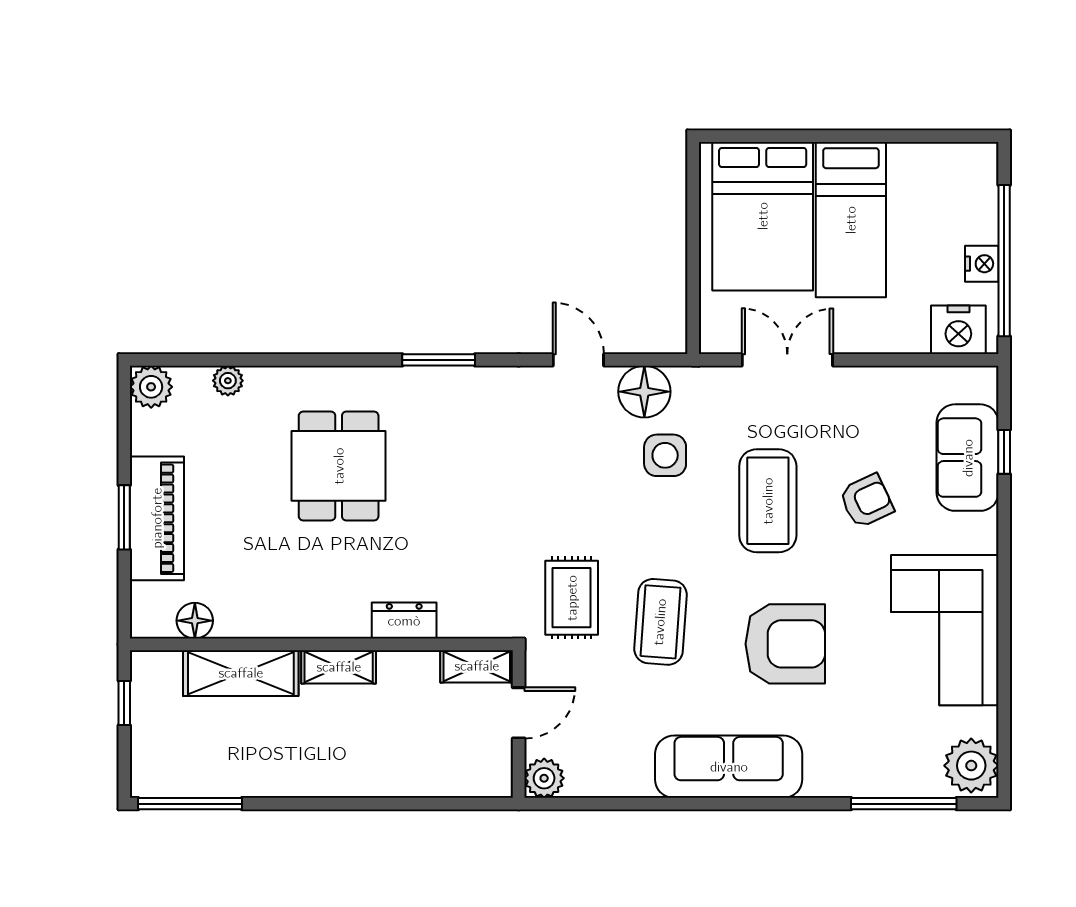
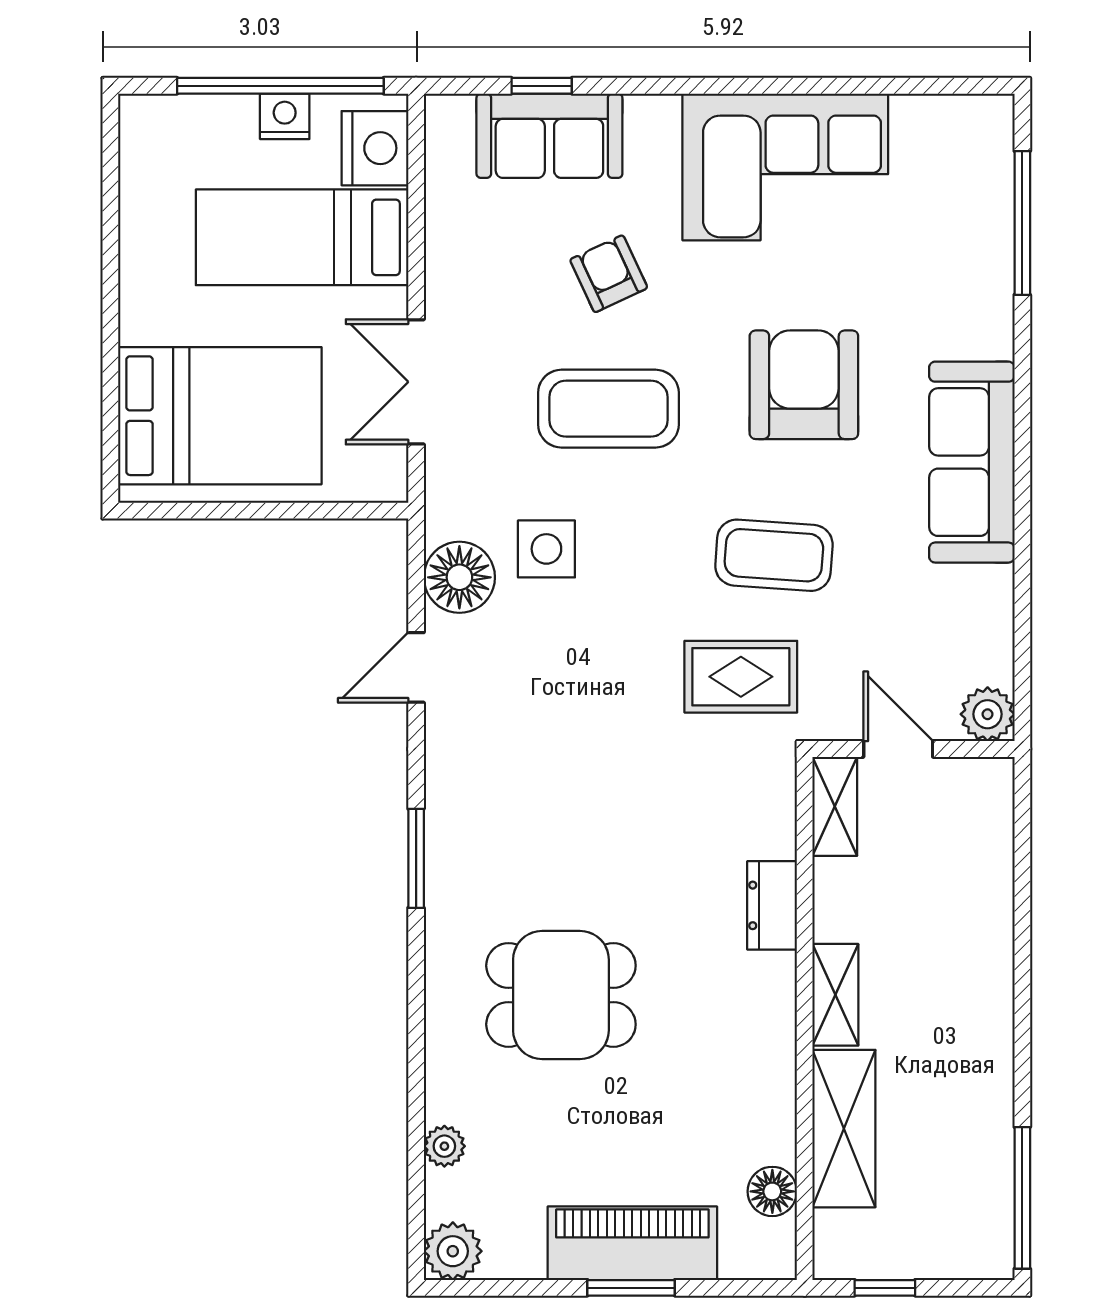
bed: (851, 220) -> (302, 237), moved, turned 180
plant: (971, 766) -> (970, 131), removed

